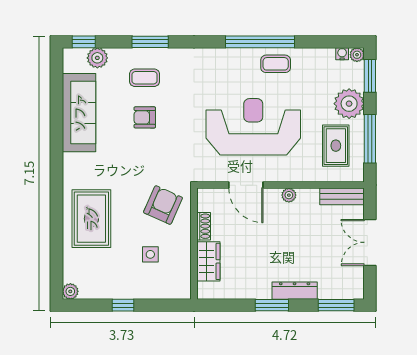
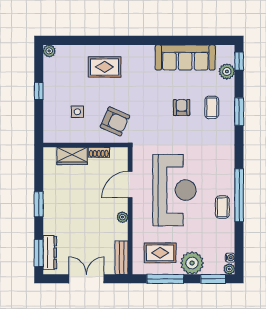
rug: (91, 219) -> (105, 67), width x0.73, depth x0.70
dresser: (295, 291) -> (50, 253), moved

